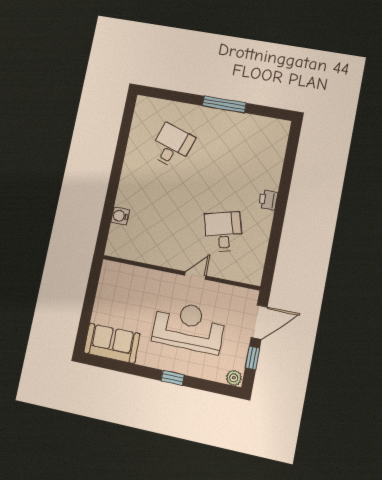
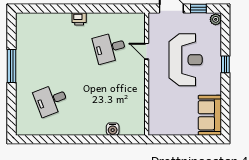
desk: (172, 146) -> (51, 100), turned -39
door: (195, 276) -> (147, 51), moved
reception desk: (189, 327) -> (186, 60), turned 180

